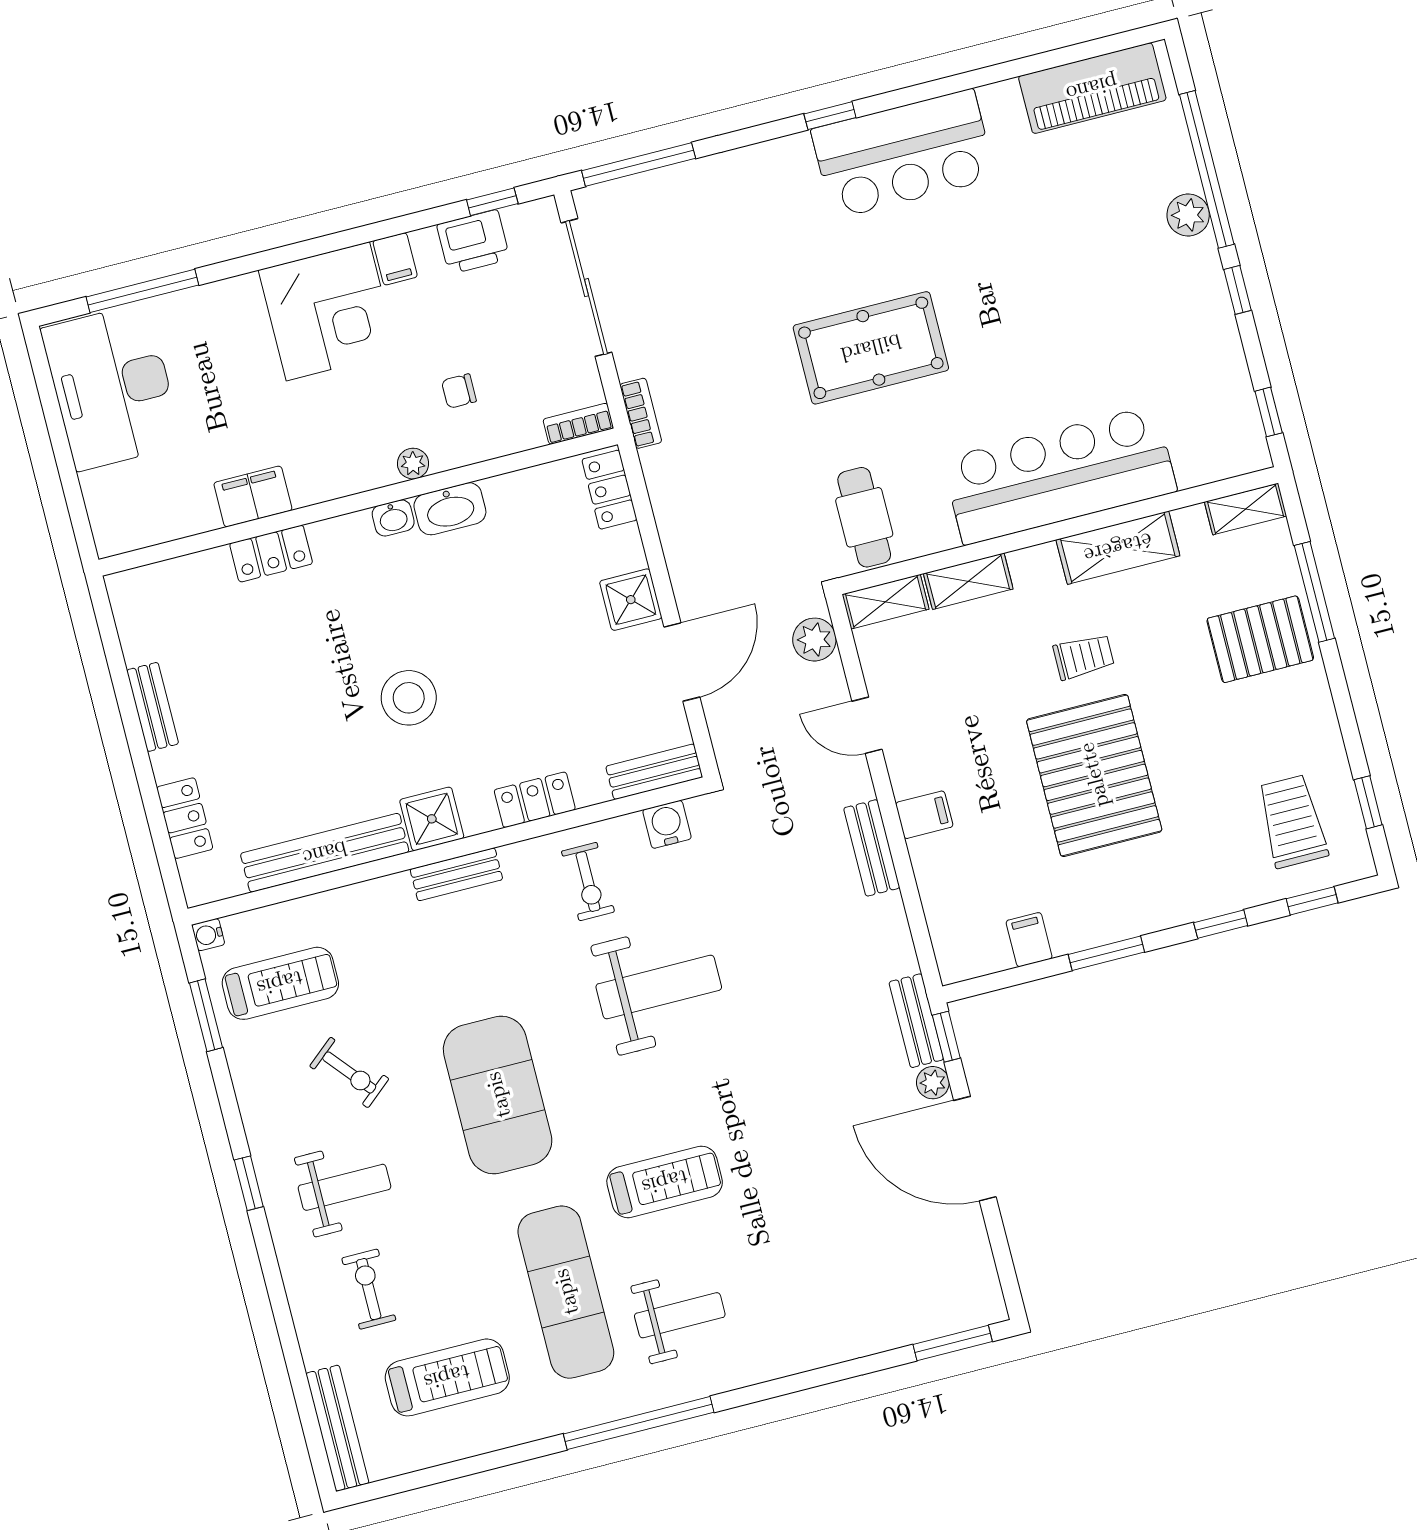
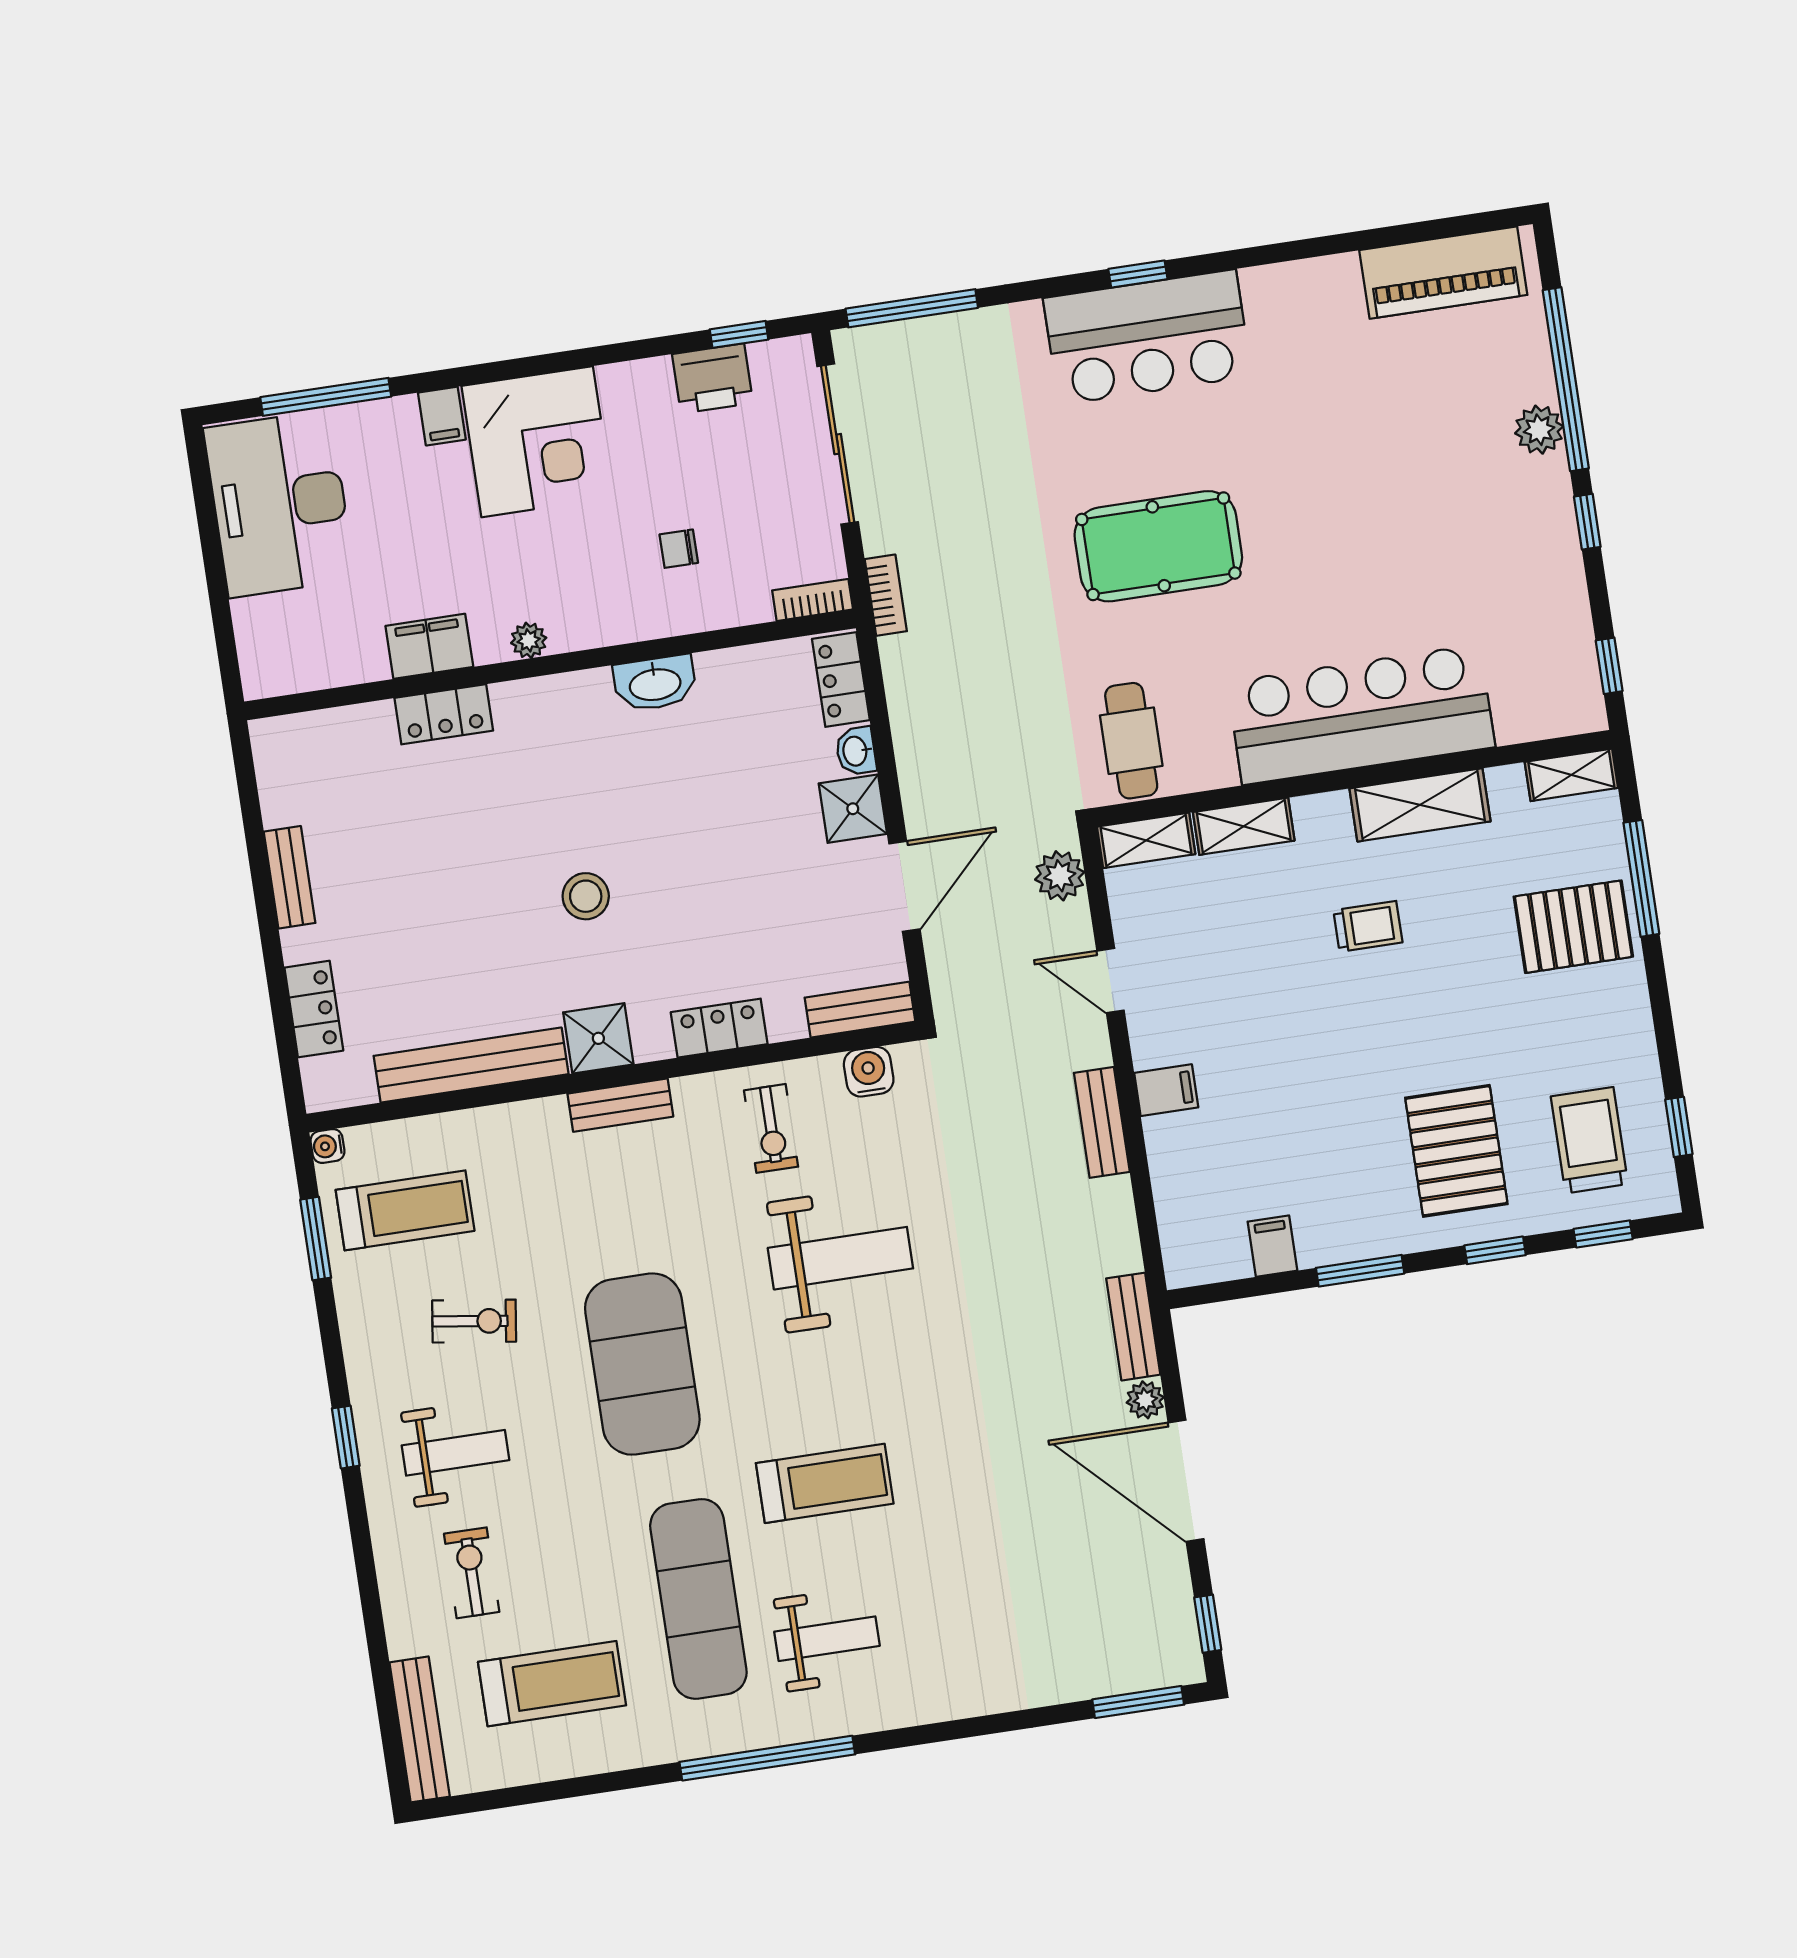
bar counter: (903, 154) -> (1147, 337), moved
filing cabinet: (395, 259) -> (442, 416), moved
plant: (413, 464) -> (529, 640), moved
washbasin: (393, 518) -> (856, 751), moved, turned 90
stool: (409, 698) -> (586, 896), width x0.73, depth x0.73
pallet: (1094, 775) -> (1456, 1151), moved, width x0.73, depth x0.71
window: (946, 1037) -> (1208, 1624), moved
exercise bike: (349, 1073) -> (474, 1321), turned -42

